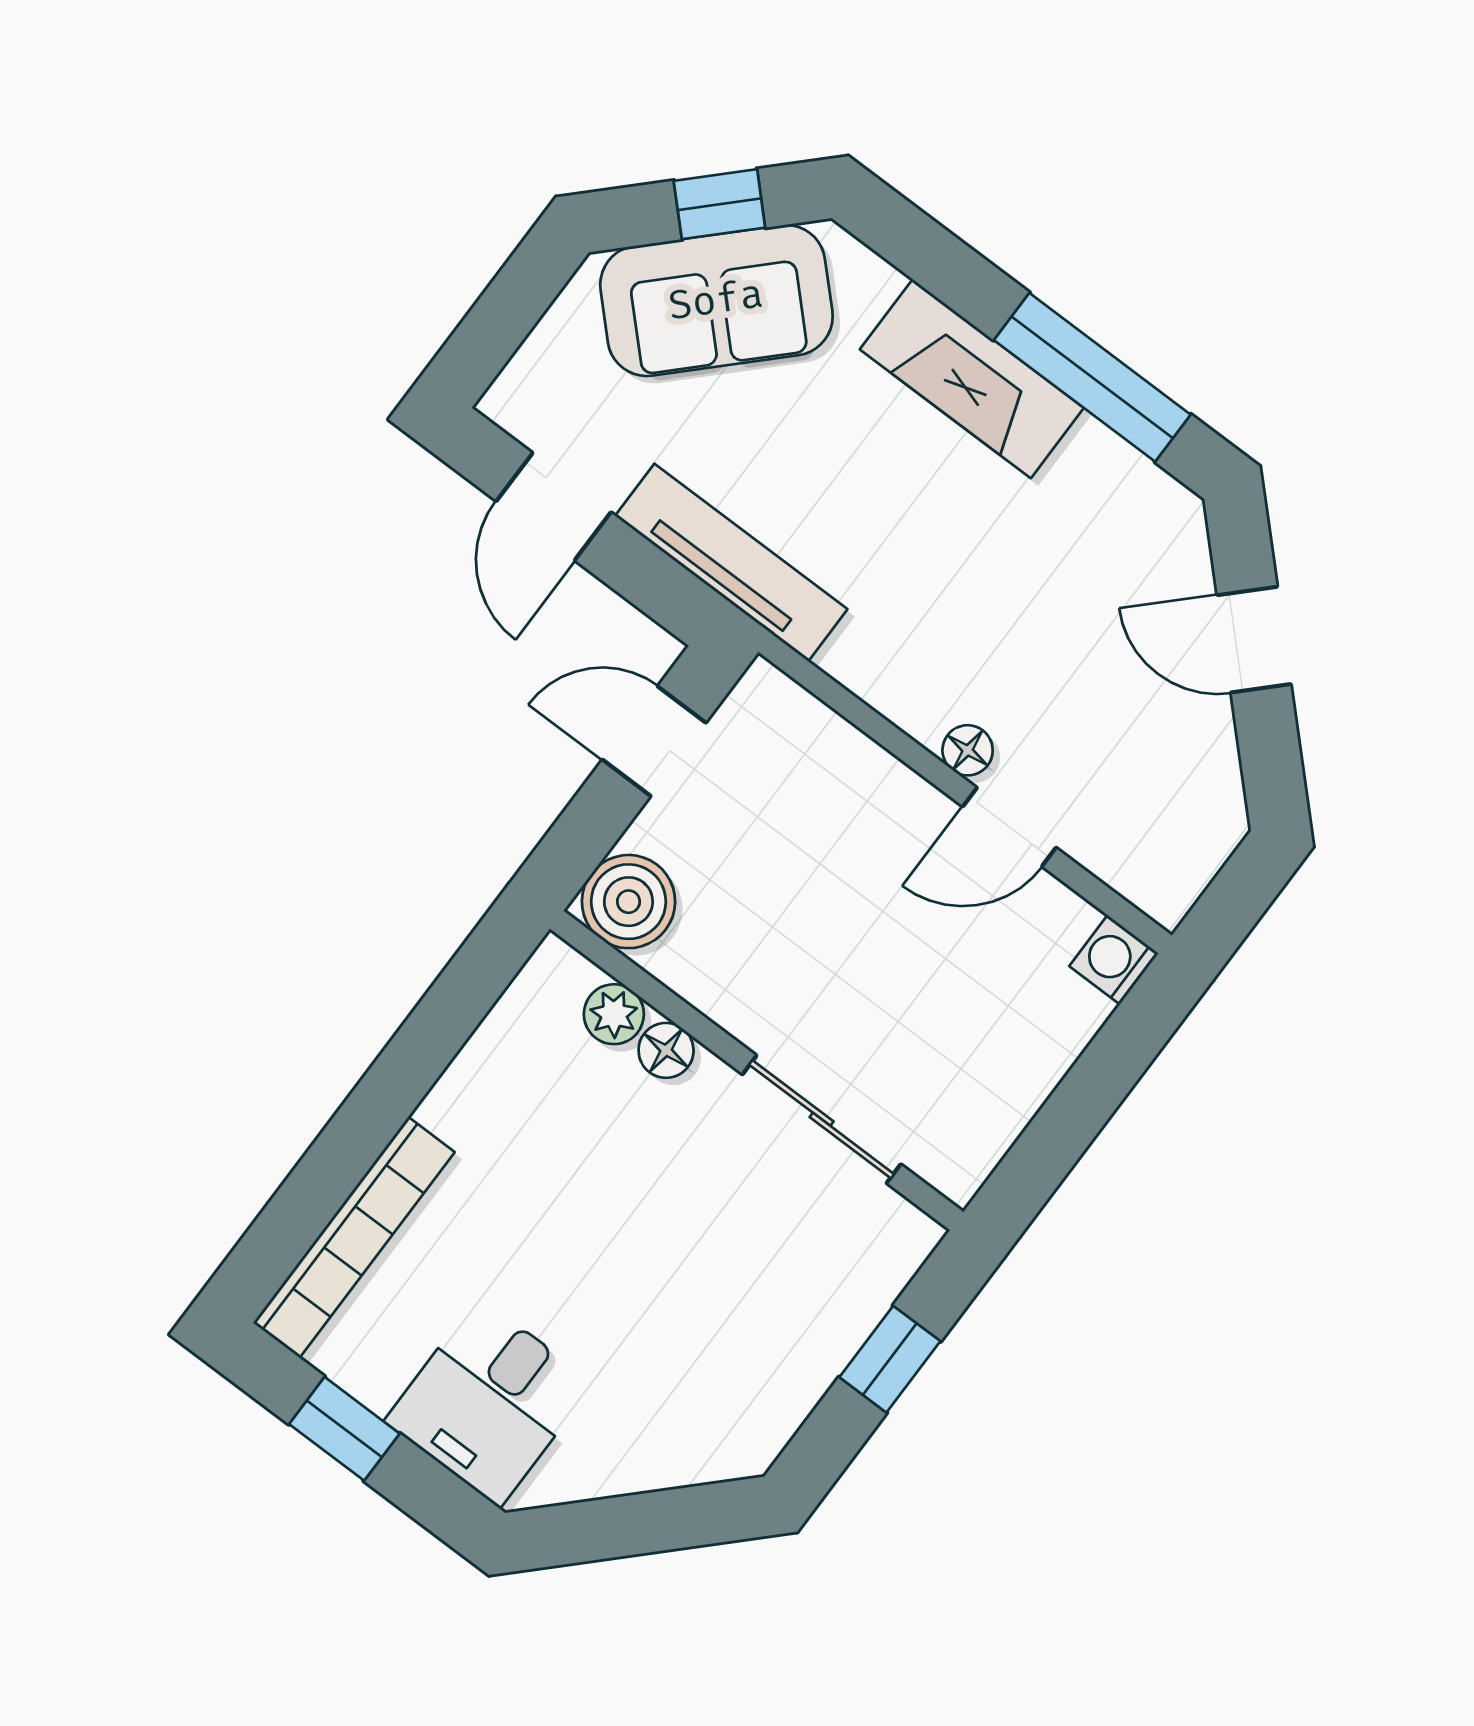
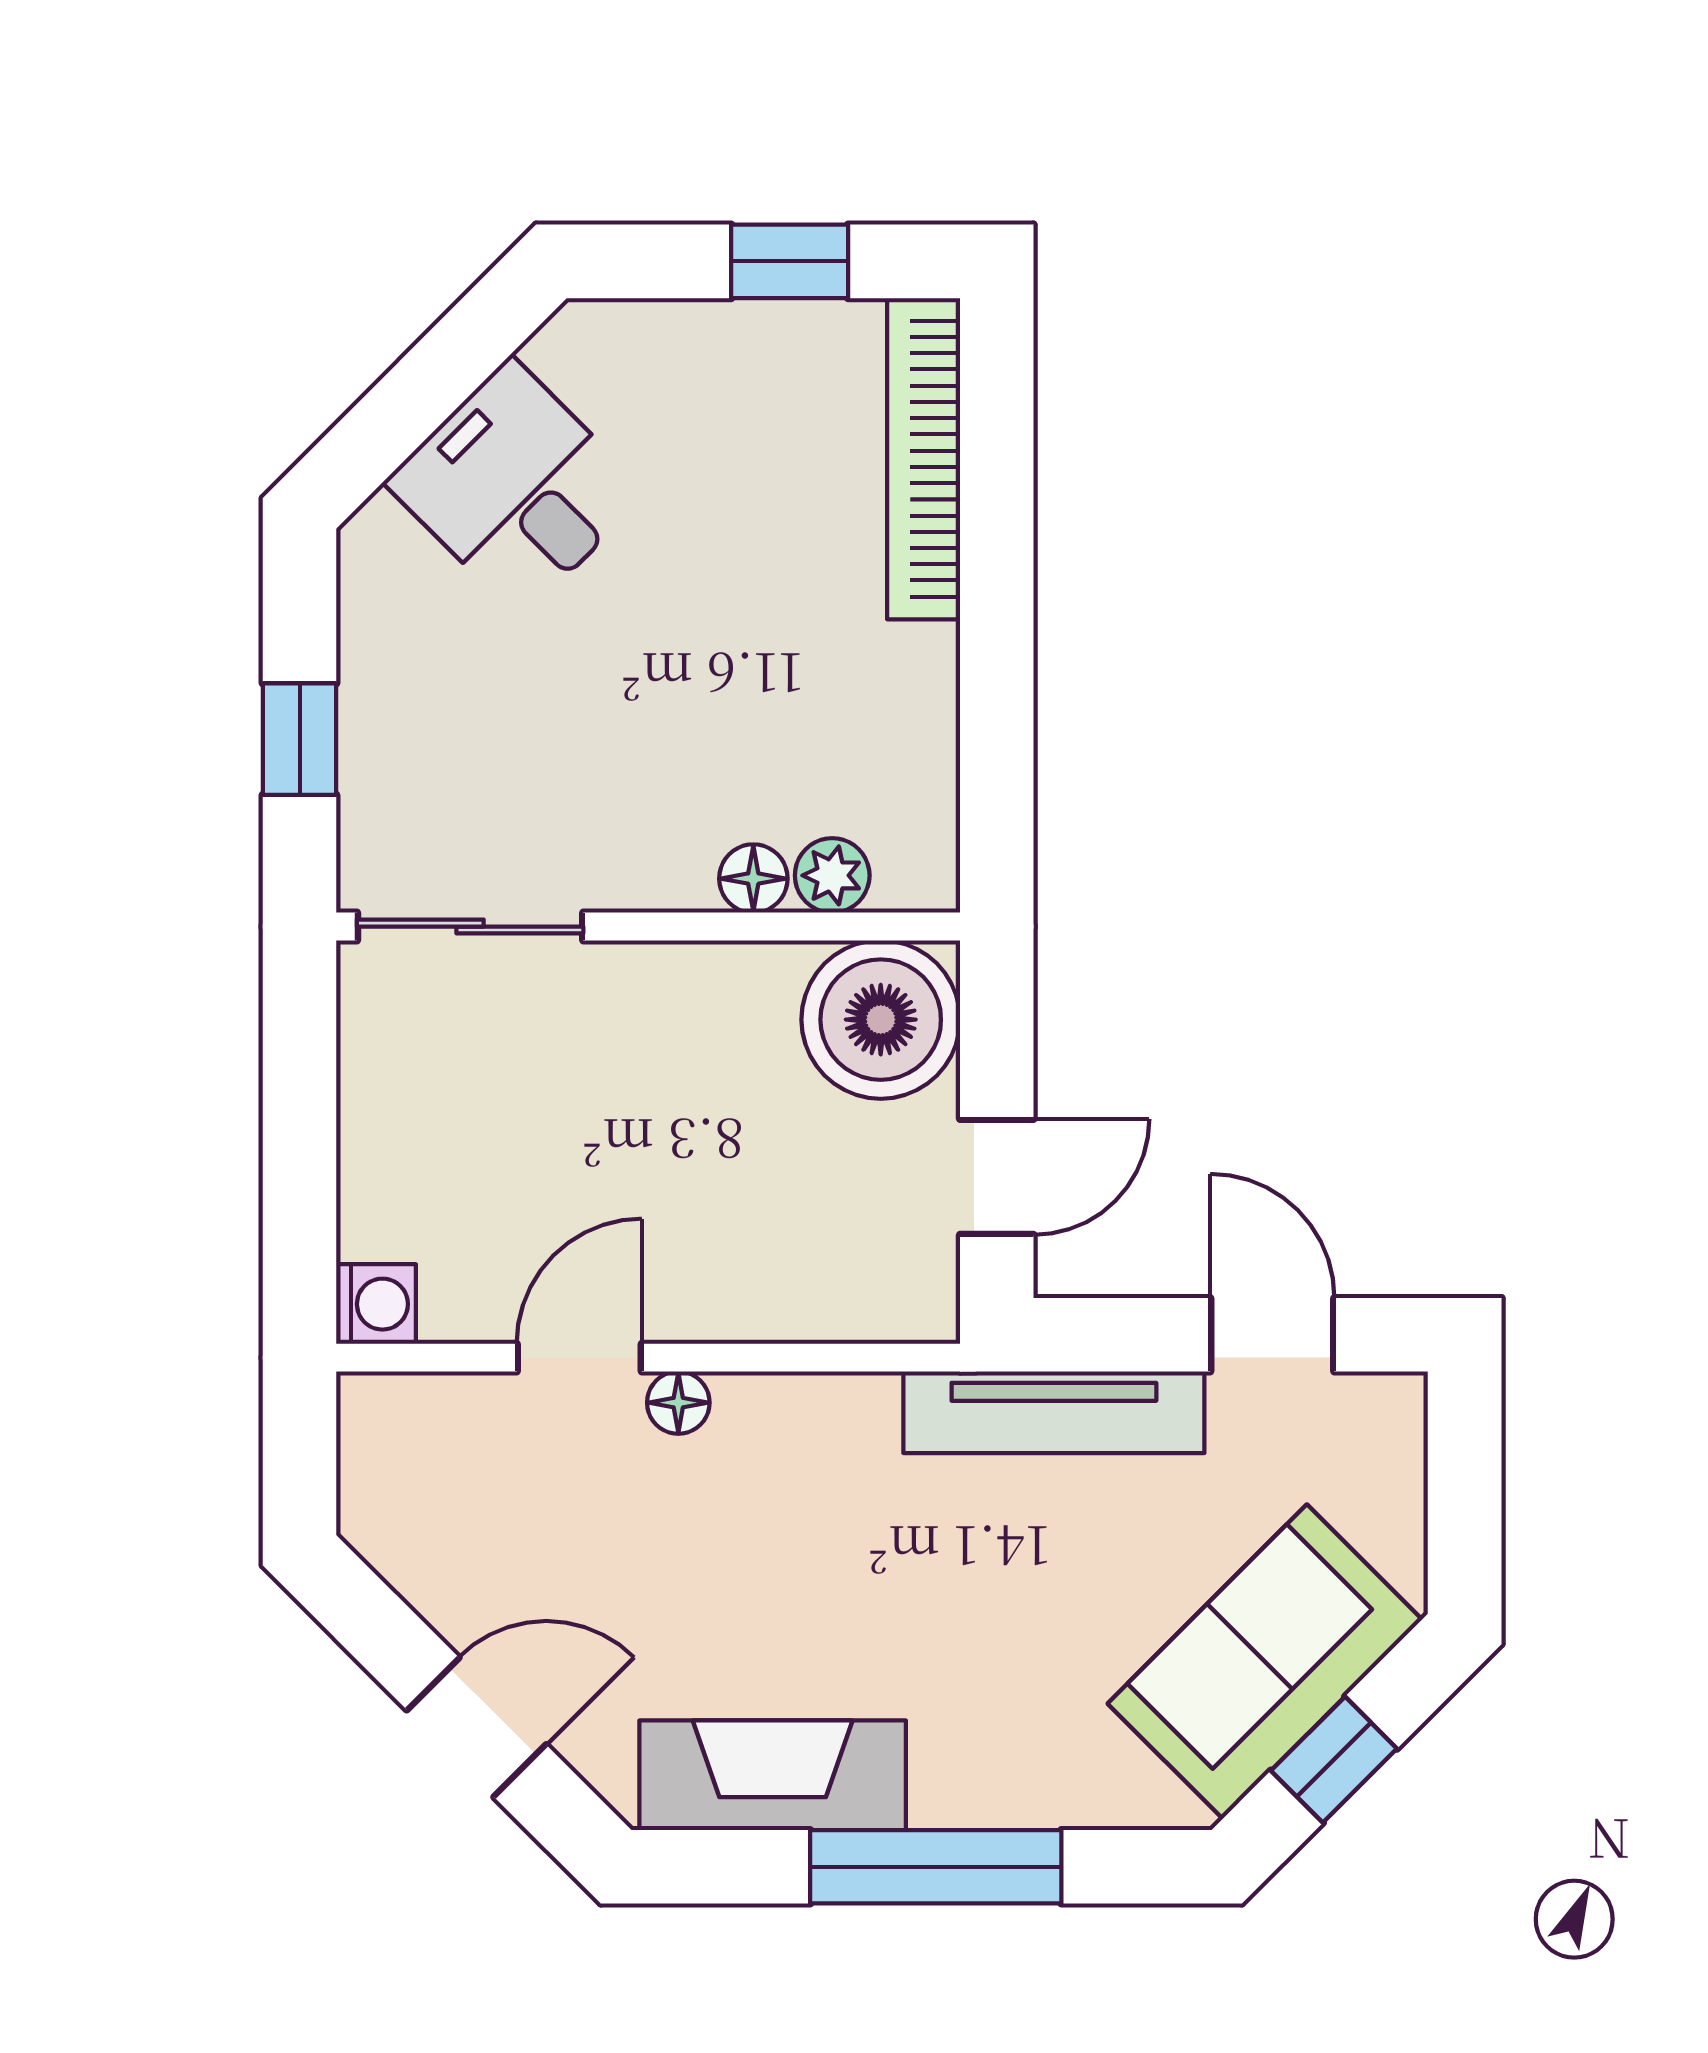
window: (1092, 377) -> (936, 1867), moved
fireplace: (972, 379) -> (773, 1775), moved
boiler: (628, 902) -> (881, 1020), width x1.37, depth x1.37
sliding door: (822, 1119) -> (470, 927), moved
desk: (489, 1402) -> (516, 488), moved, turned -45

